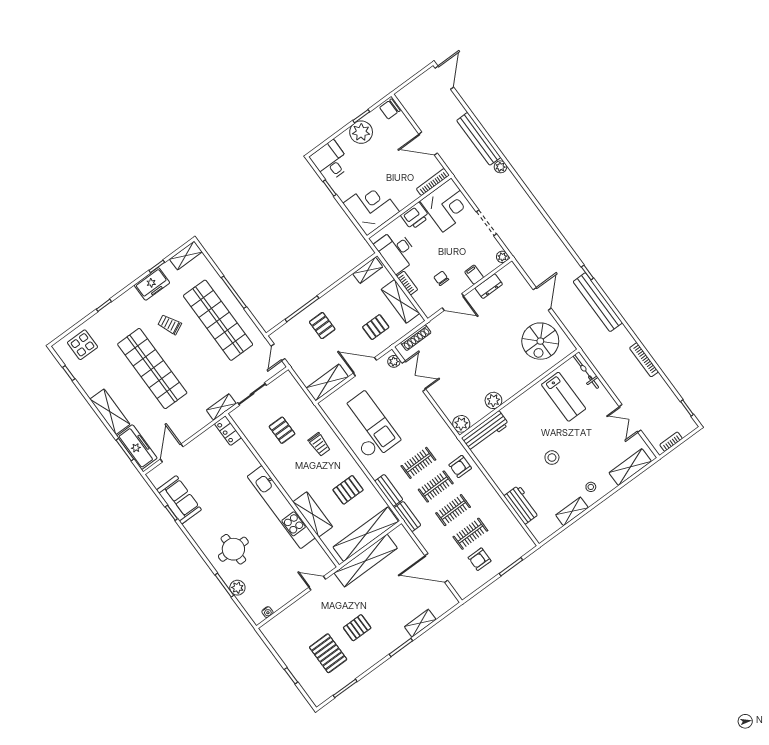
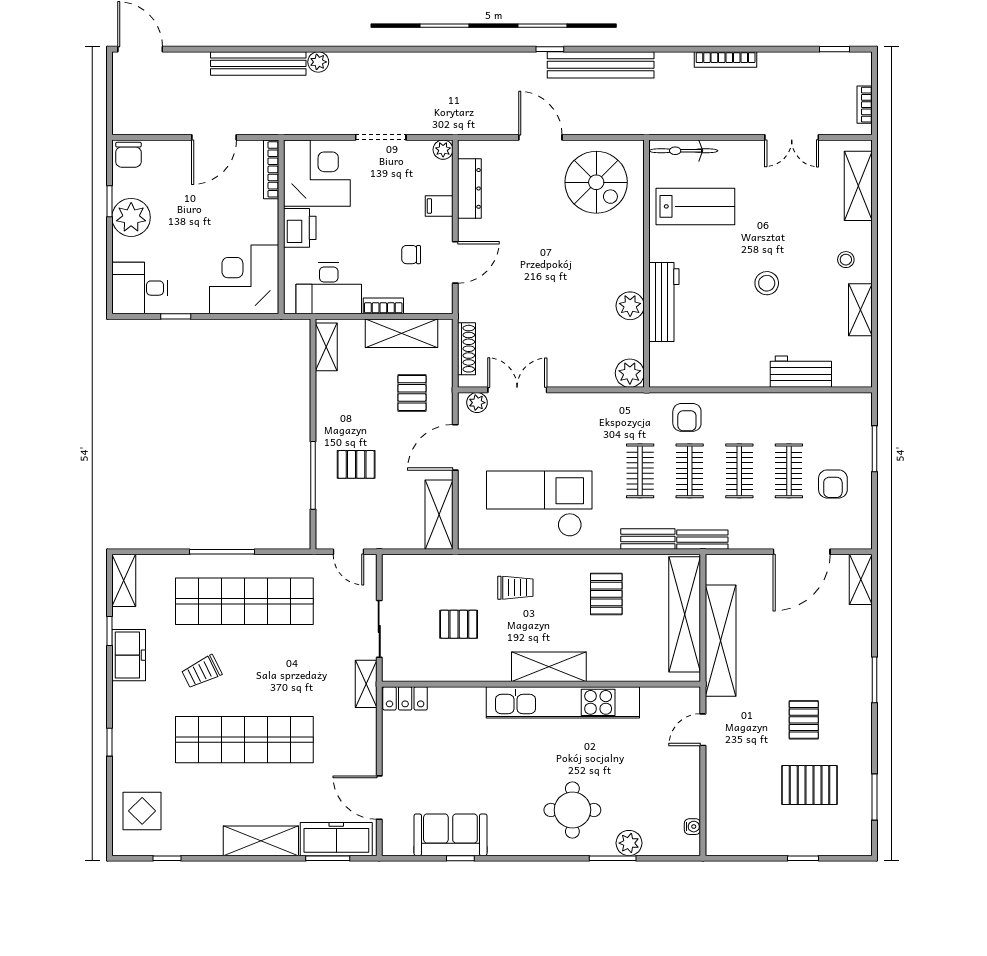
dresser: (489, 286) -> (469, 188), width x1.44
workbench: (485, 431) -> (664, 302), moved
shelving: (313, 514) -> (549, 667), moved
shelving: (420, 623) -> (861, 579), moved

